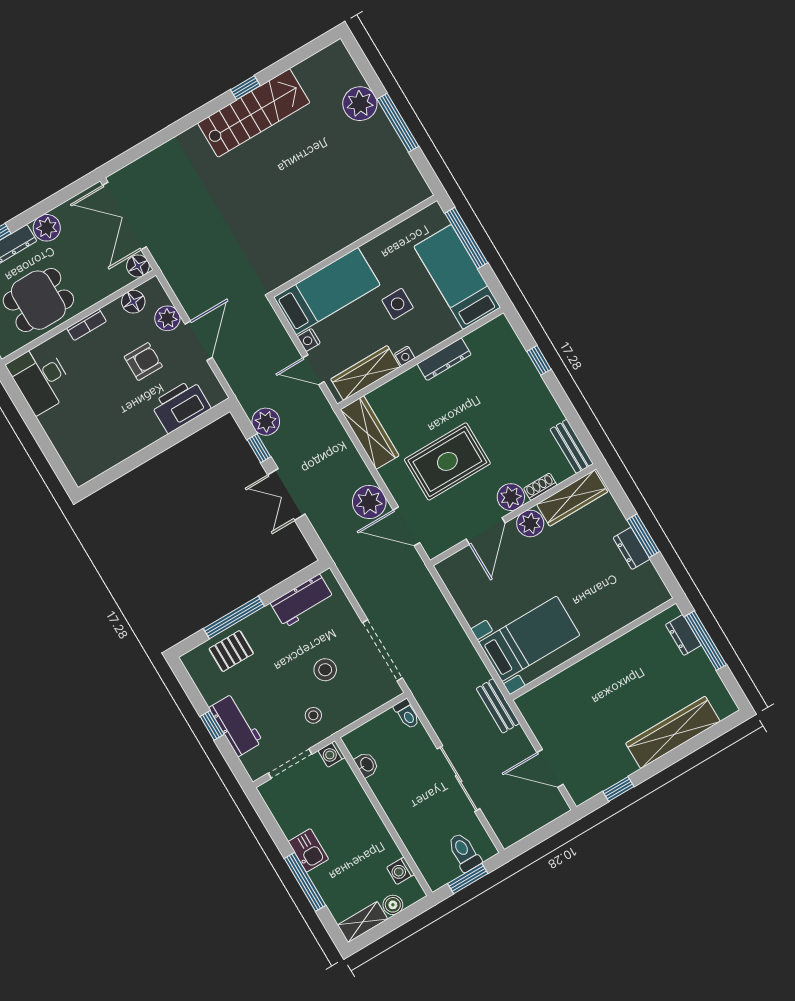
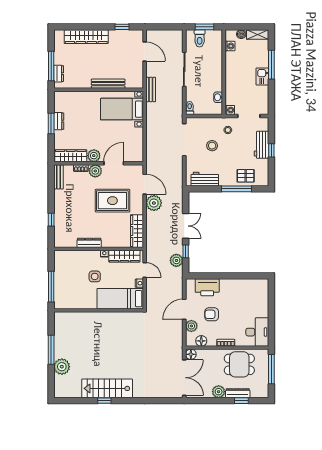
bed: (457, 277) -> (64, 273), removed
bench: (582, 670) -> (108, 84), added

